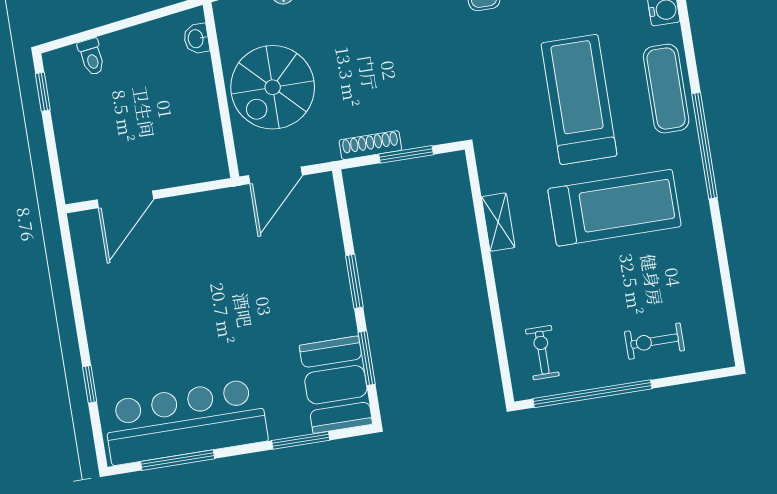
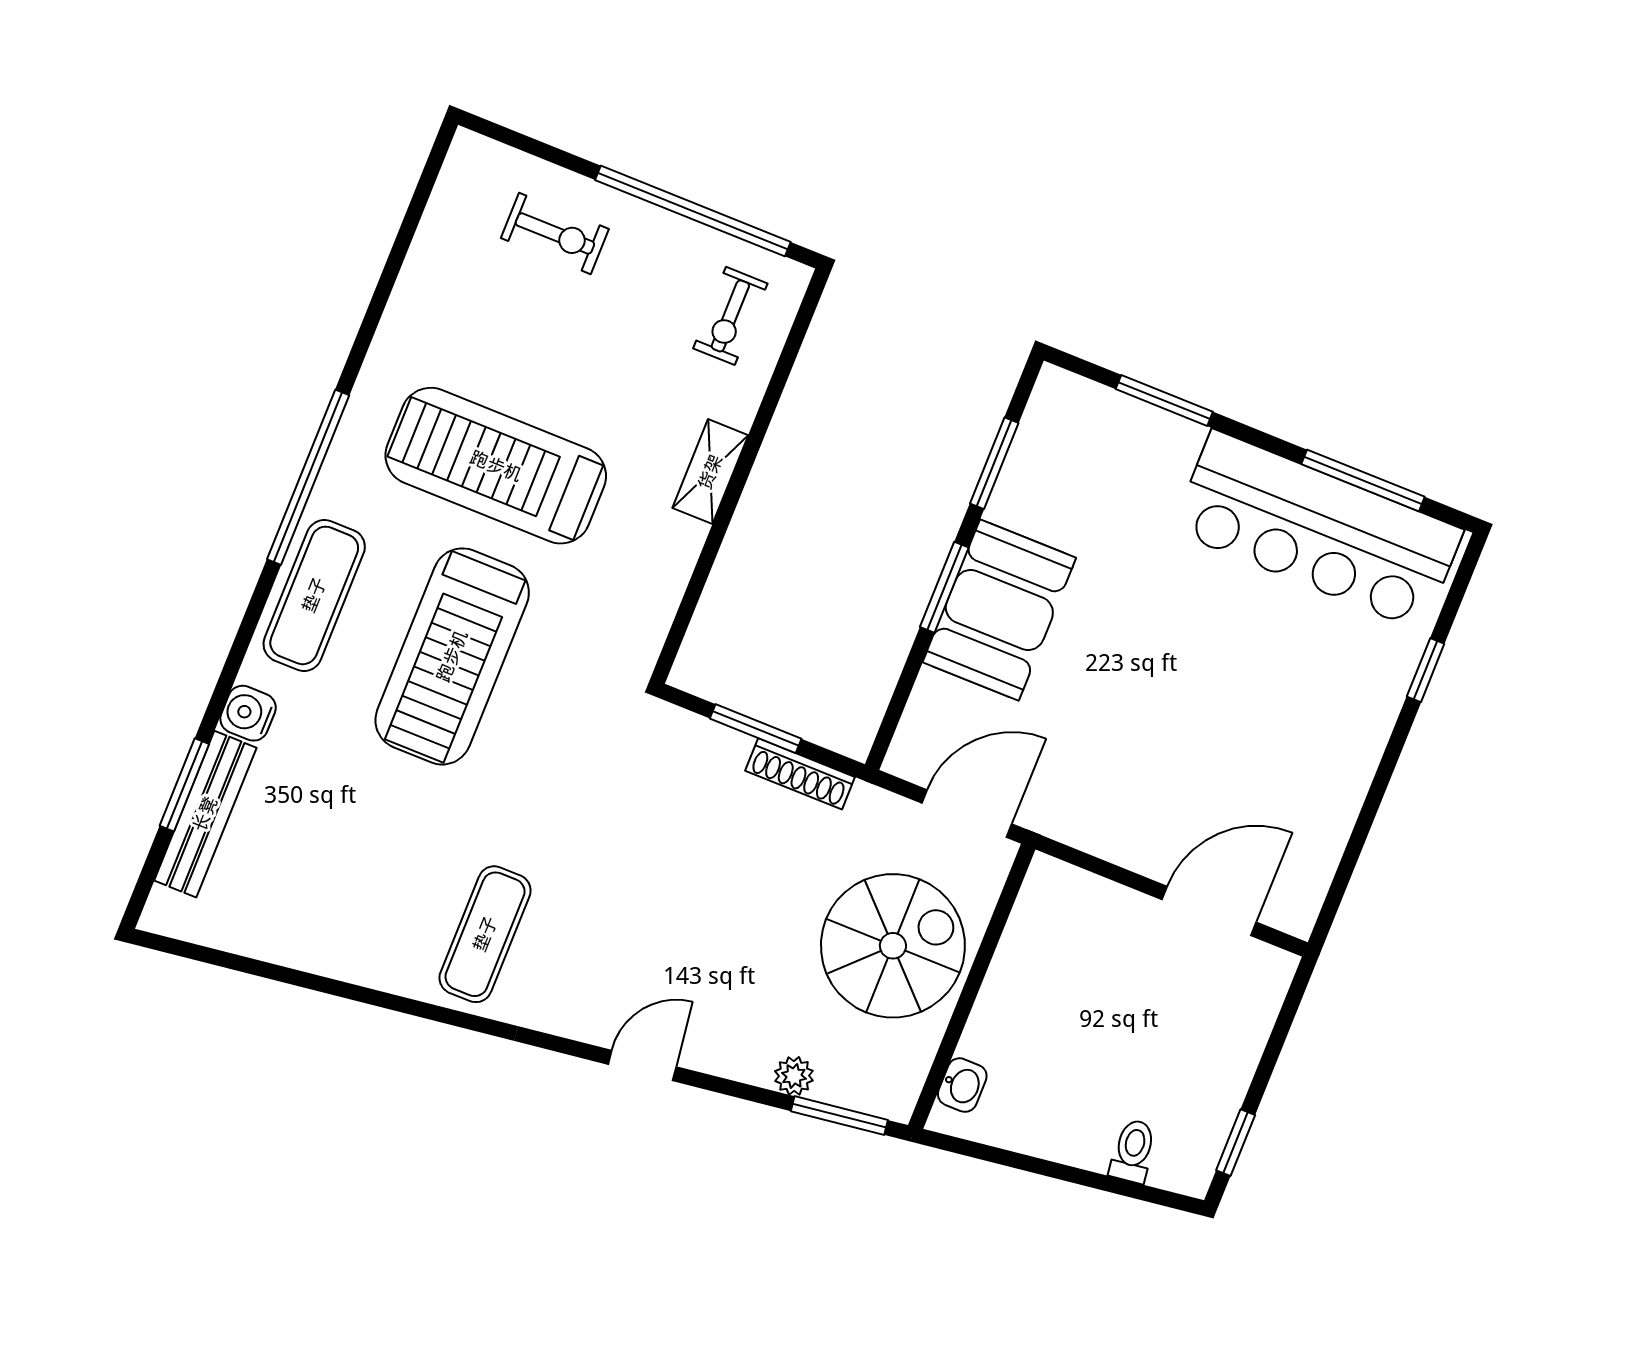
shelving: (498, 222) -> (710, 472), moved
booth: (336, 385) -> (999, 610), moved

